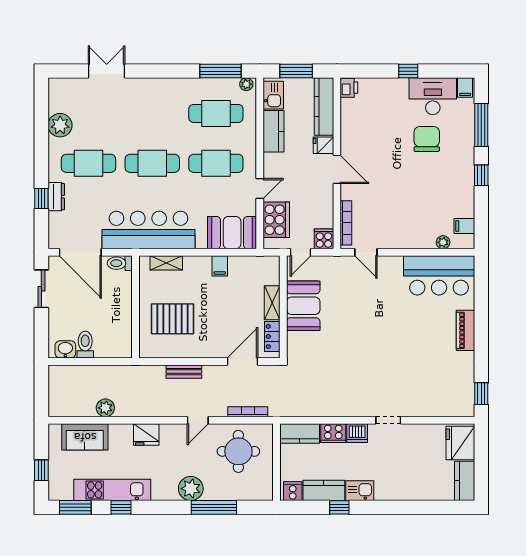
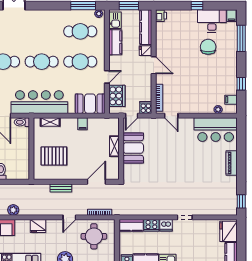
window: (481, 175) -> (241, 84), moved
locker: (272, 336) -> (114, 167), removed

